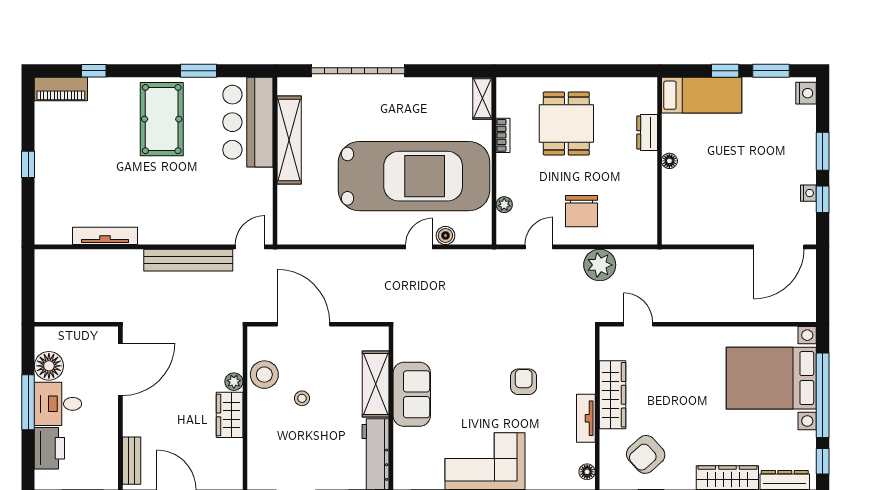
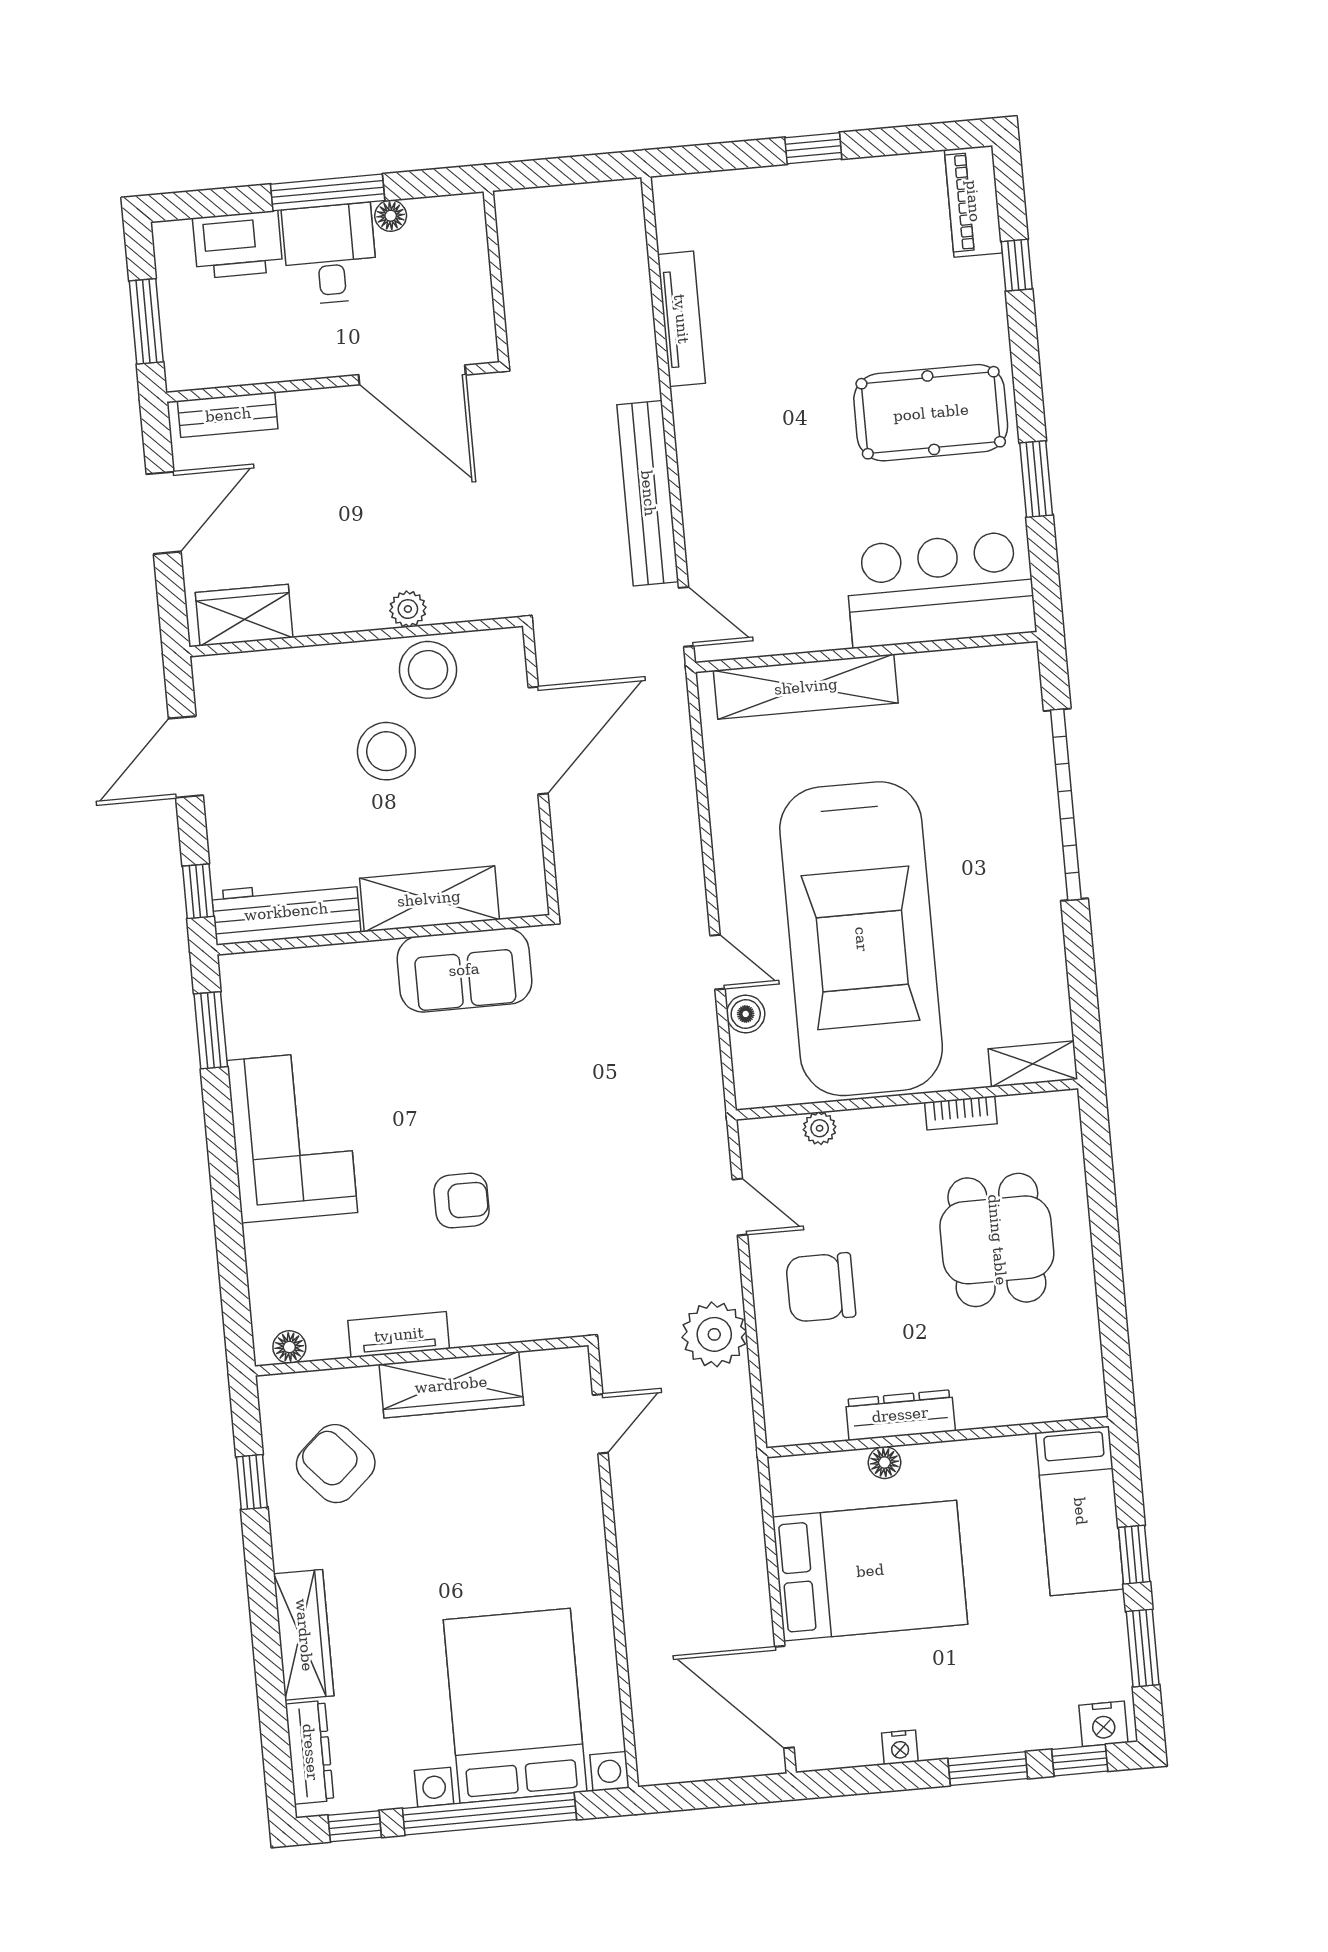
dining table: (566, 123) -> (997, 1240), turned 90
dresser: (647, 132) -> (900, 1415), moved, width x1.44
shelving: (289, 140) -> (806, 687), moved
floor lamp: (669, 161) -> (885, 1463), moved
window: (823, 199) -> (1080, 1760), moved
bed: (721, 200) -> (870, 1571), added
floor lamp: (49, 366) -> (391, 216), width x0.53, depth x0.53
sofa: (412, 394) -> (464, 970), moved
stool: (302, 398) -> (386, 751), width x1.89, depth x1.89
wardrobe: (230, 415) -> (244, 615), moved

